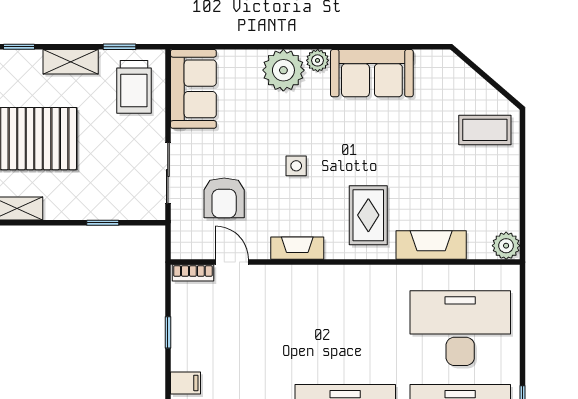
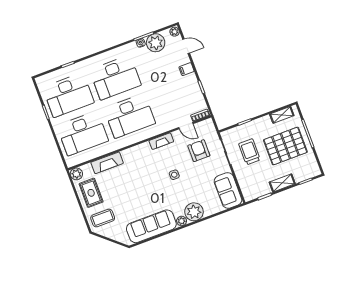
sofa: (372, 73) -> (151, 226), width x1.36
trolley: (134, 87) -> (249, 152), moved
rug: (368, 215) -> (91, 193), moved
desk: (345, 328) -> (130, 116), added

